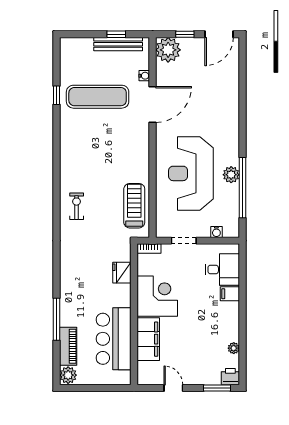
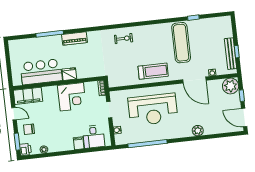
exercise mat: (98, 97) -> (181, 43), moved
reception desk: (191, 173) -> (153, 110), turned 180
plant: (231, 175) -> (198, 131), moved
treadmill: (134, 206) -> (153, 71), moved
fridge: (122, 273) -> (69, 74), moved
filing cabinet: (148, 339) -> (28, 96), moved
piano: (68, 346) -> (75, 39), moved
chair: (200, 368) -> (29, 129), added
plant: (68, 375) -> (15, 45), removed
door: (173, 388) -> (14, 114), hinge flipped

